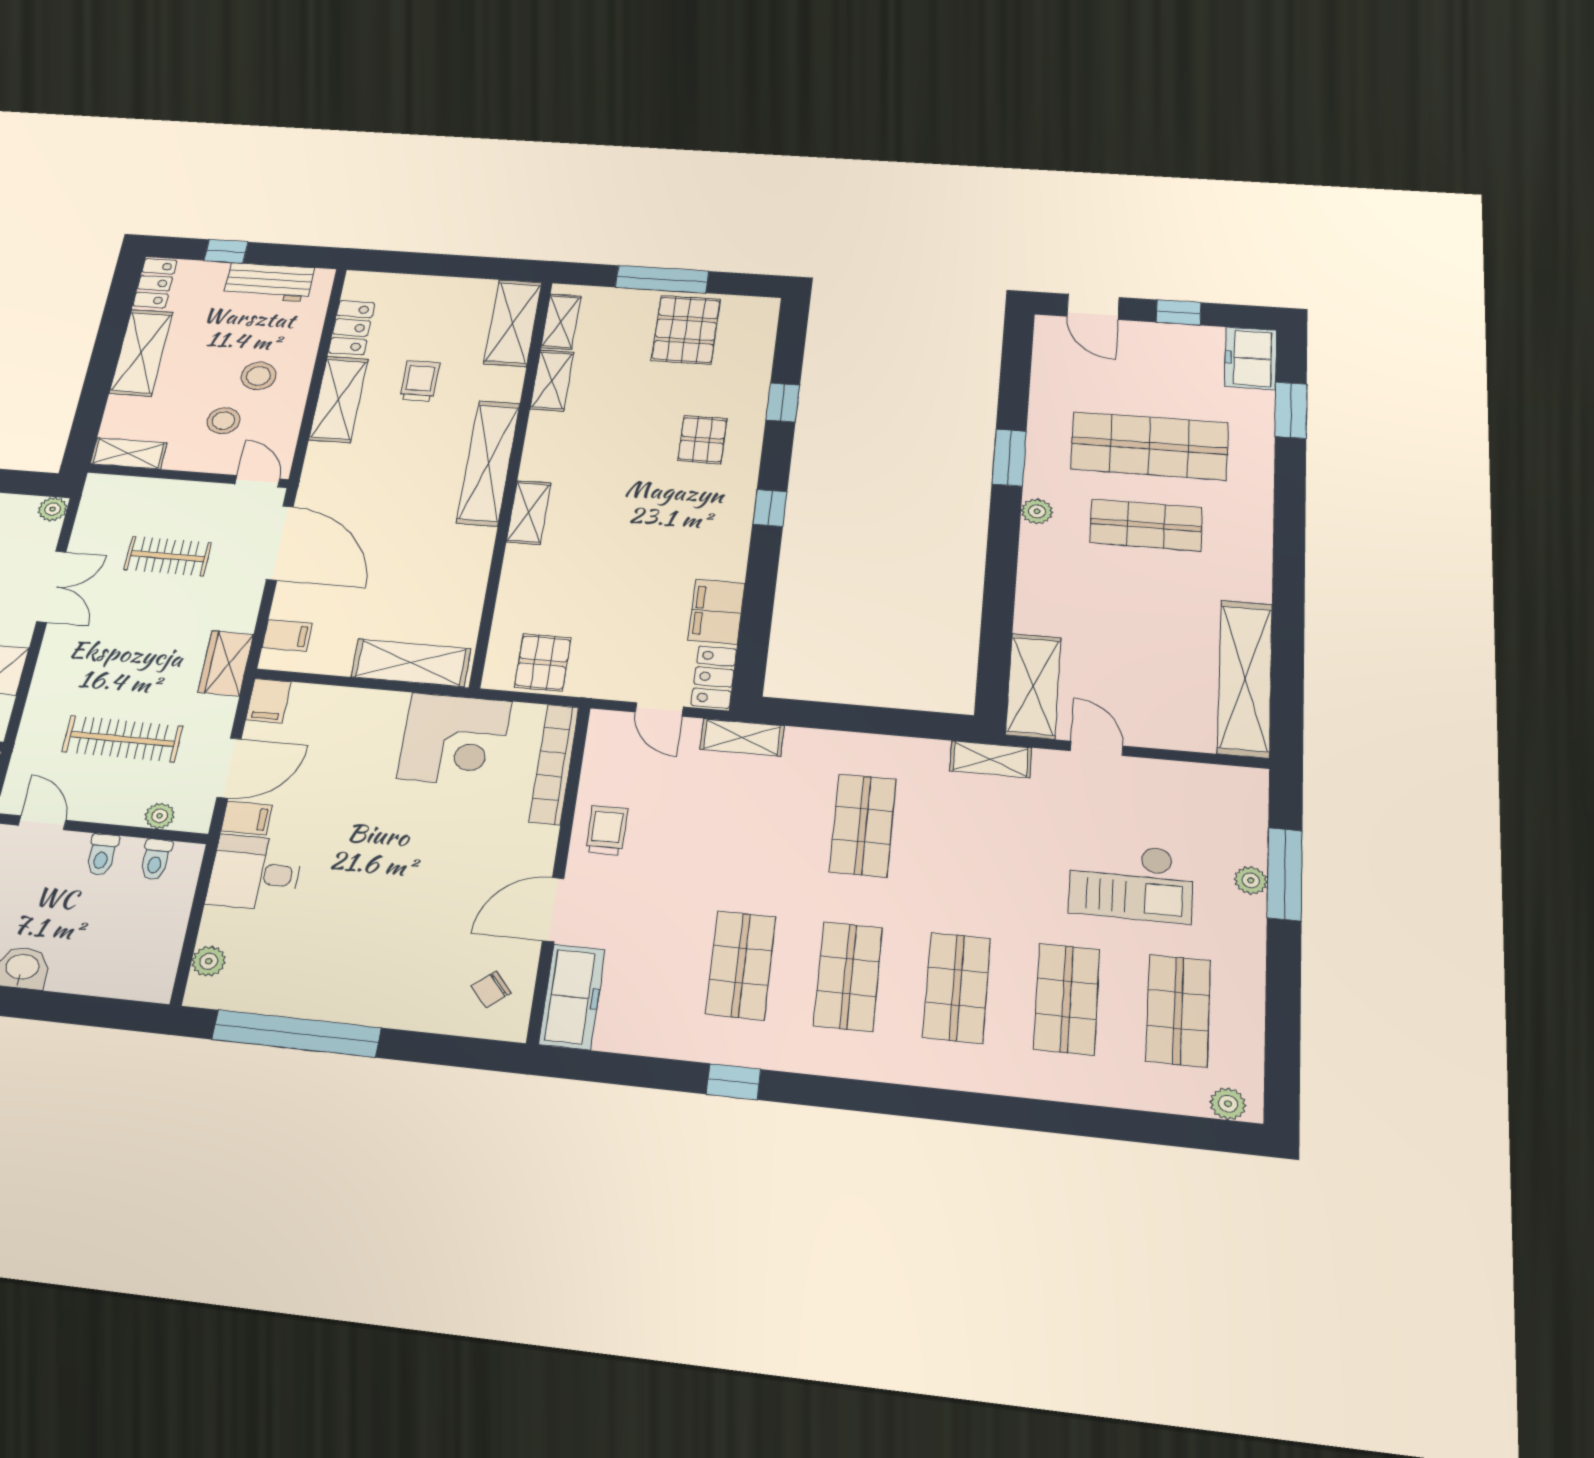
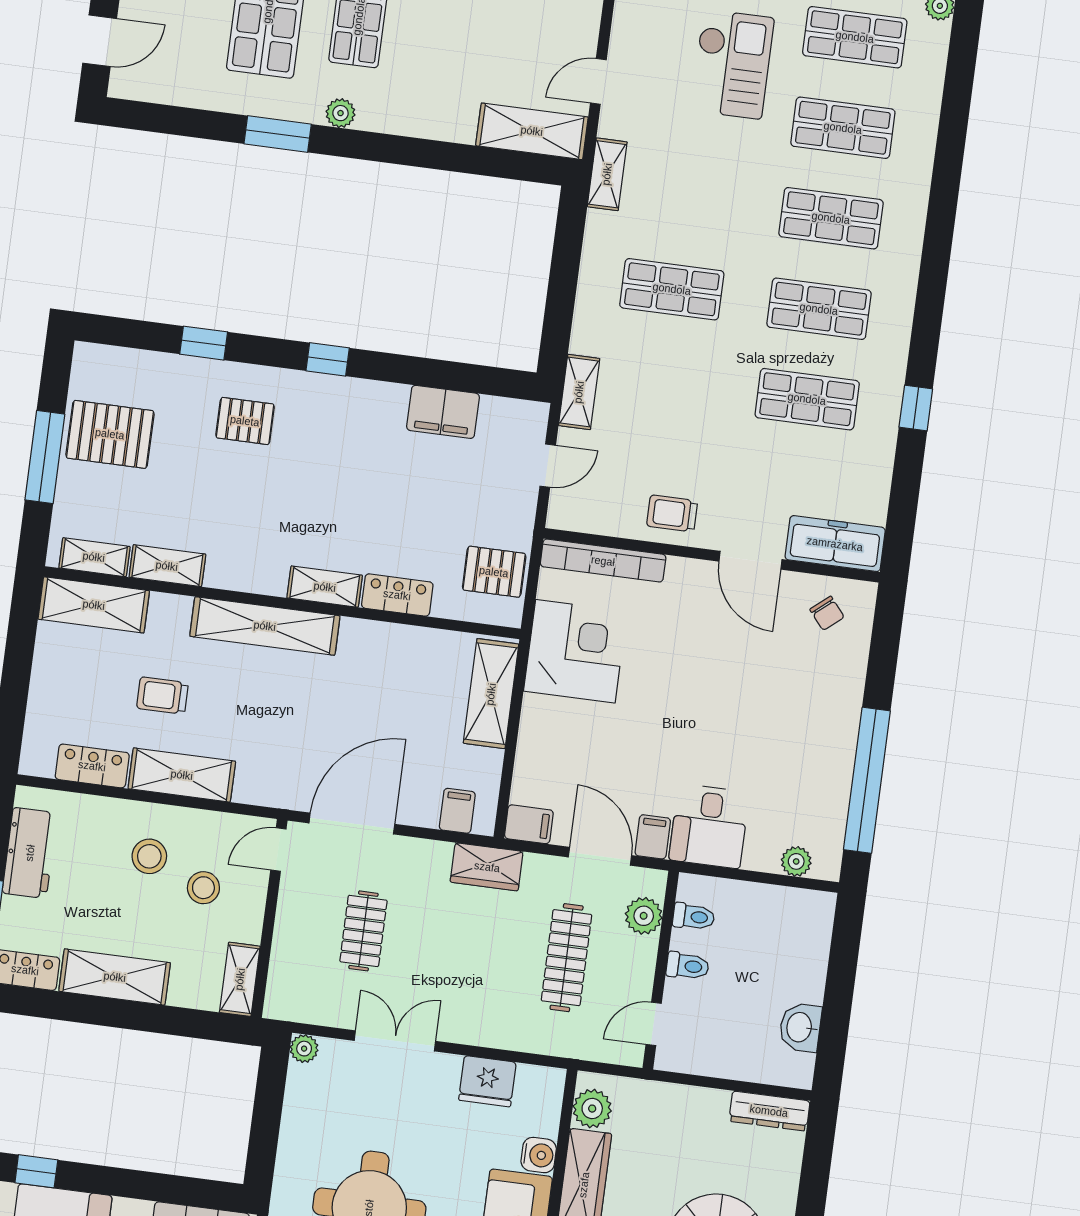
locker: (714, 677) -> (397, 595), moved, turned 180
plant: (160, 816) -> (644, 916), width x1.38, depth x1.38

